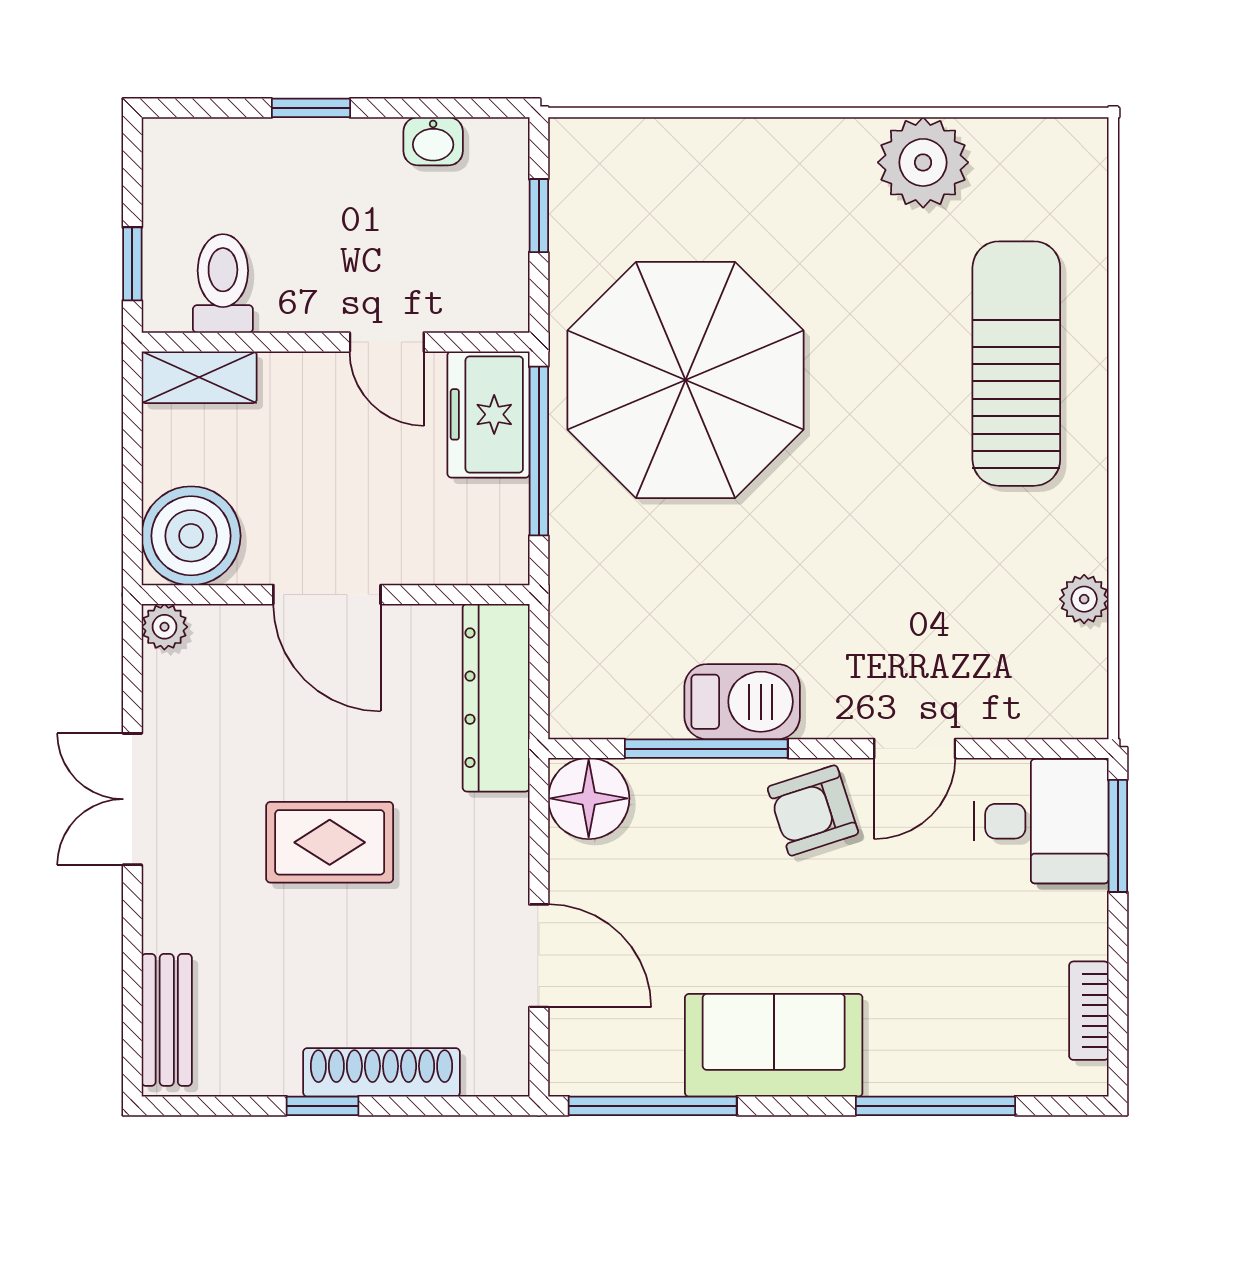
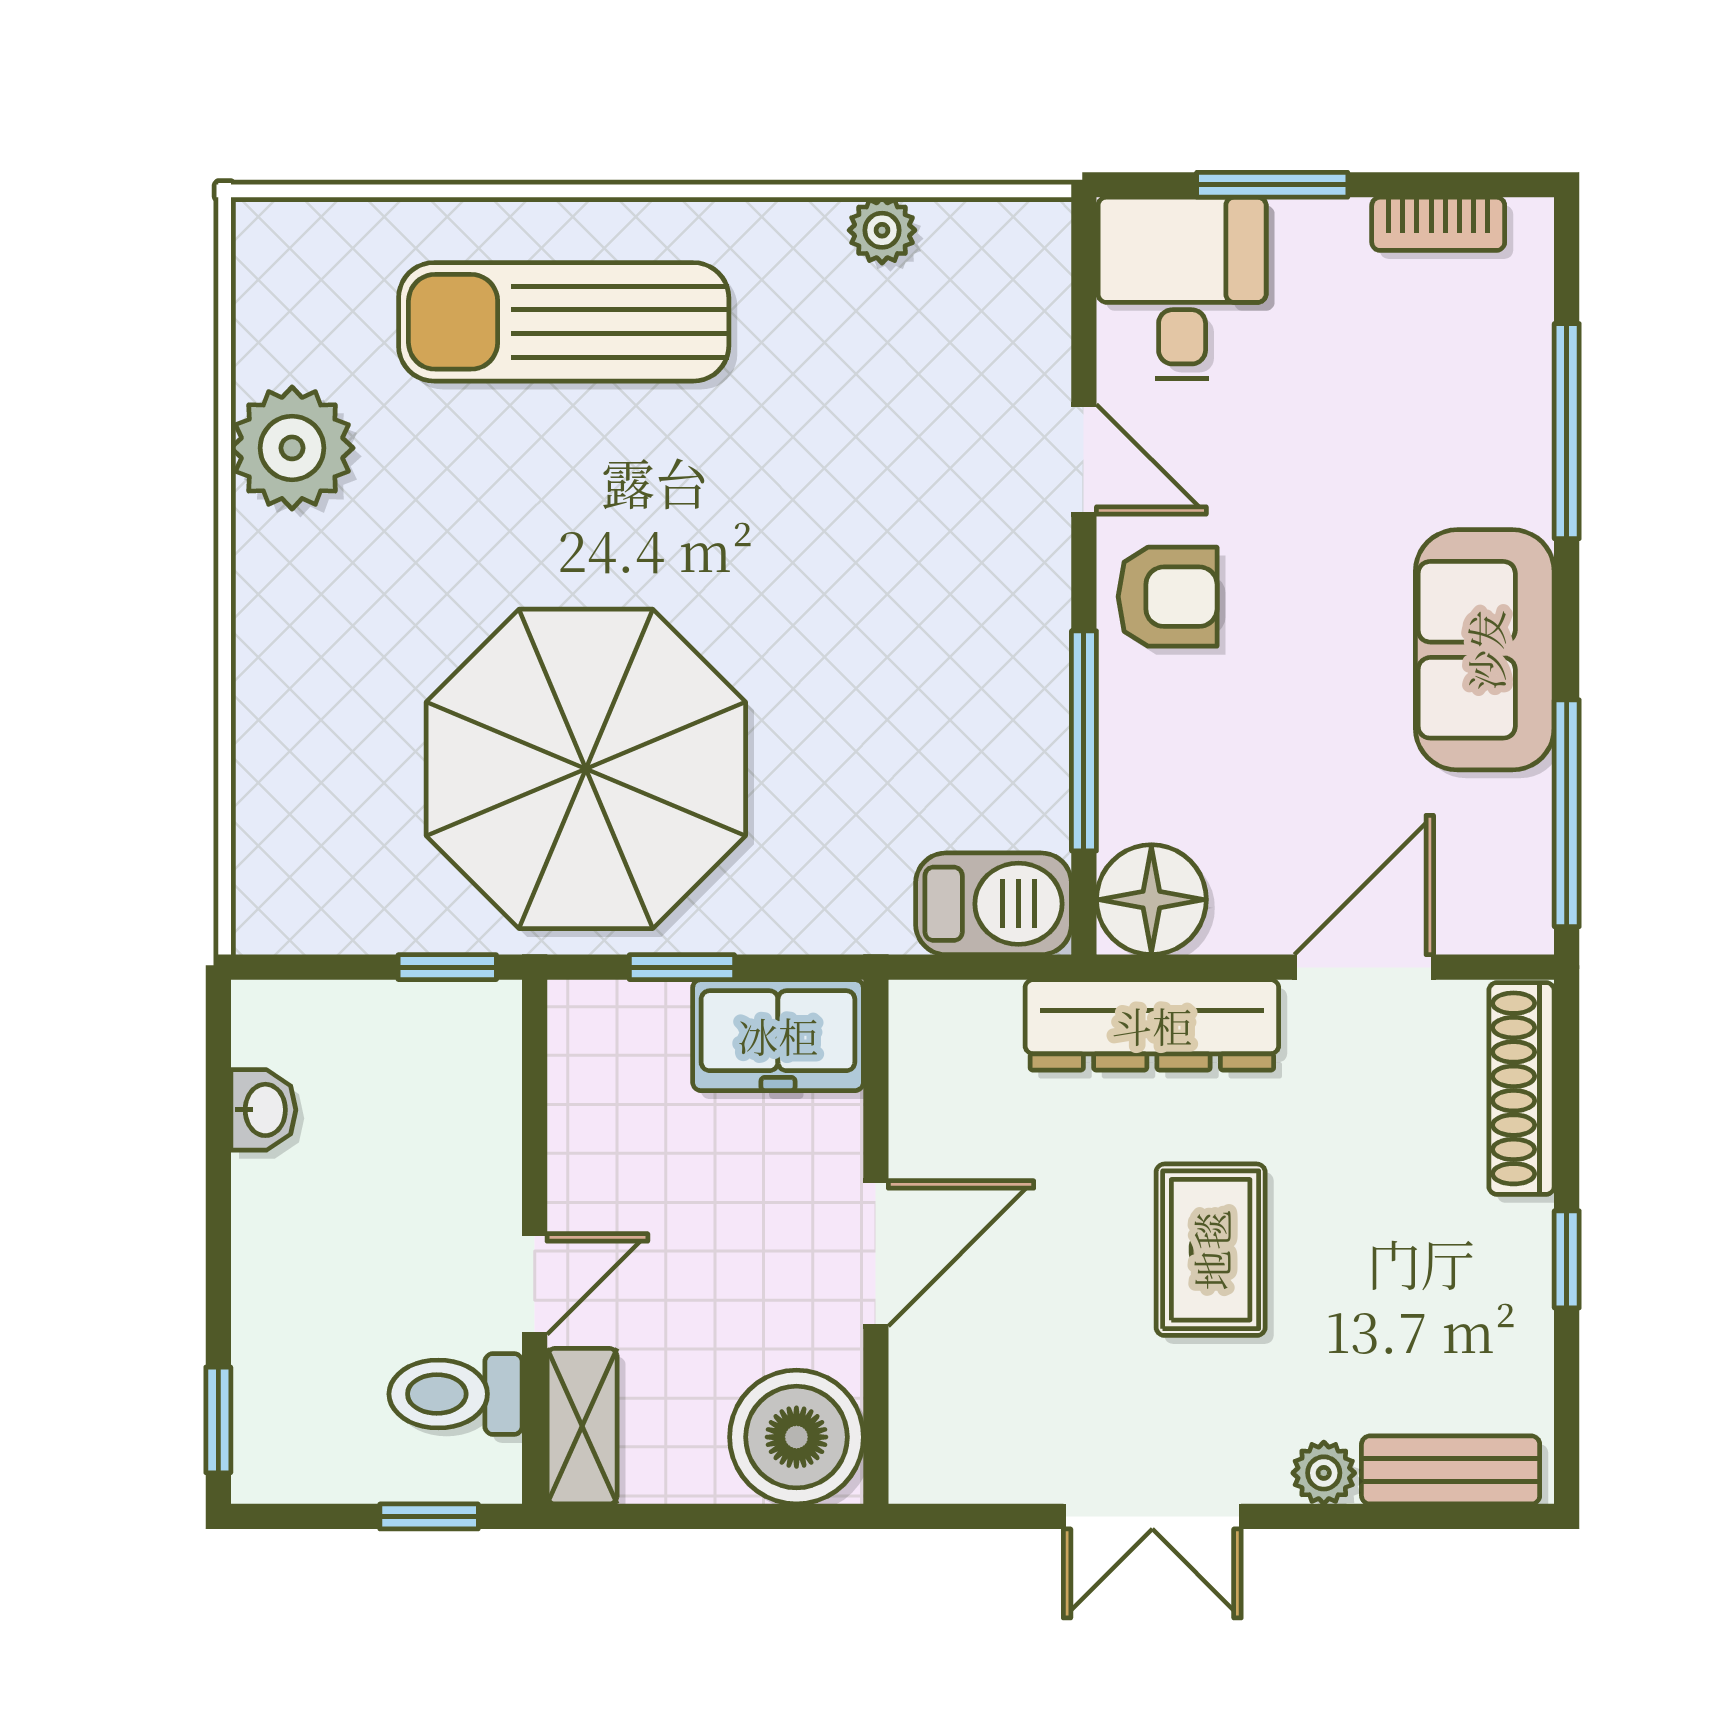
window: (311, 108) -> (218, 1420), moved
window: (539, 216) -> (447, 967), moved
door: (387, 342) -> (535, 1284), moved
freezer: (488, 414) -> (778, 1035), moved
window: (539, 451) -> (682, 967), width x0.46
plant: (164, 627) -> (1324, 1473), moved
dresser: (496, 698) -> (1152, 1025), moved
barbecue: (742, 702) -> (994, 904), moved, turned 90
armchair: (813, 810) -> (1168, 597), turned -72
window: (1118, 836) -> (1272, 185), moved
shoe rack: (381, 1072) -> (1521, 1088), moved

